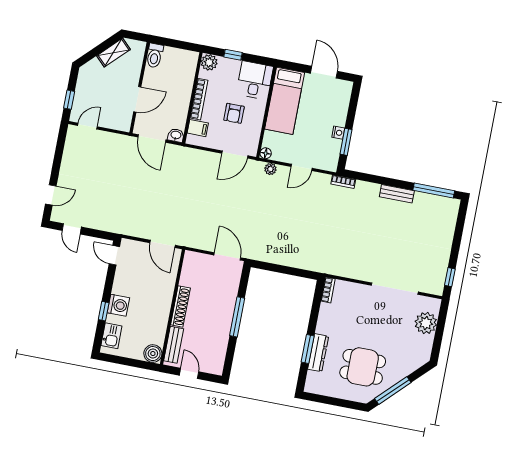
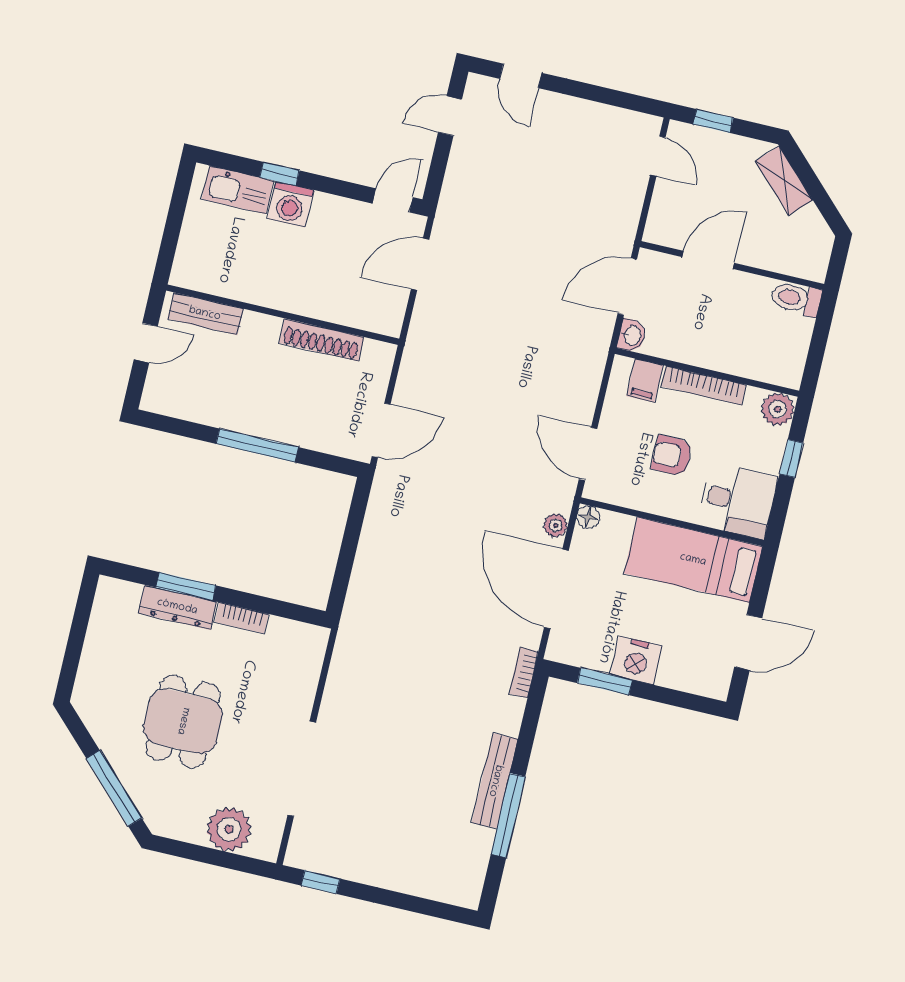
shelving: (113, 53) -> (784, 181), moved
door: (137, 99) -> (708, 260), swing flipped
nightstand: (338, 133) -> (636, 660), width x1.89, depth x1.79
door: (302, 167) -> (556, 589), width x1.88
window: (434, 190) -> (508, 815), moved
bench: (397, 194) -> (495, 781), width x1.36
door: (162, 244) -> (420, 264), moved
bookcase: (328, 290) -> (242, 618), moved
shoe rack: (180, 306) -> (322, 340), moved
kitchen sink: (111, 336) -> (238, 190), width x1.38
boiler: (153, 354) -> (189, 271), removed
dining table: (363, 367) -> (183, 721), moved
window: (393, 390) -> (114, 788), moved

